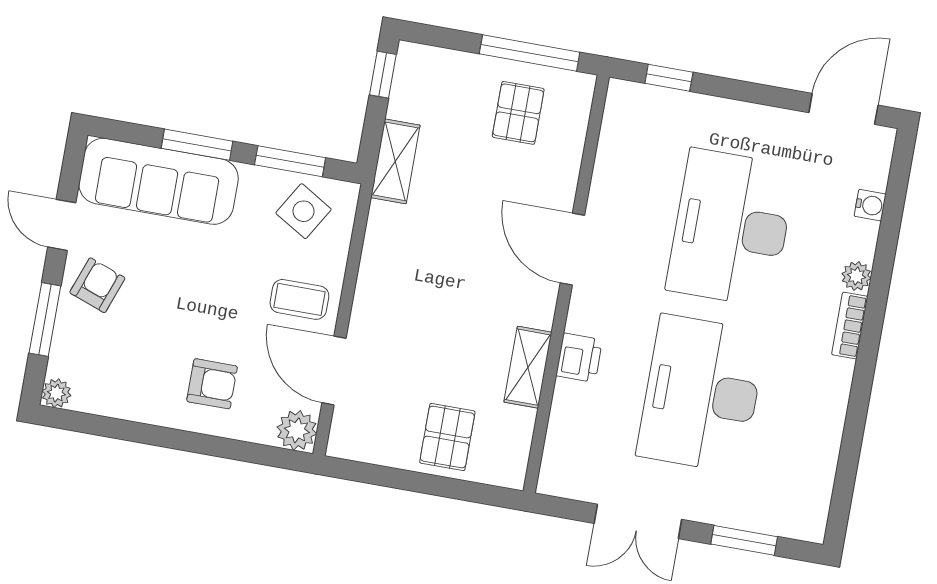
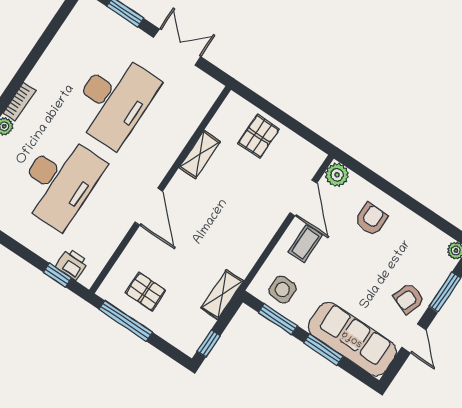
pallet: (518, 113) -> (146, 292), turned 90
side table: (304, 211) -> (282, 290), turned -31
coffee table: (299, 299) -> (305, 244), turned 90
printer: (579, 358) -> (72, 264), moved, turned 90
armchair: (212, 384) -> (371, 219), turned 90

